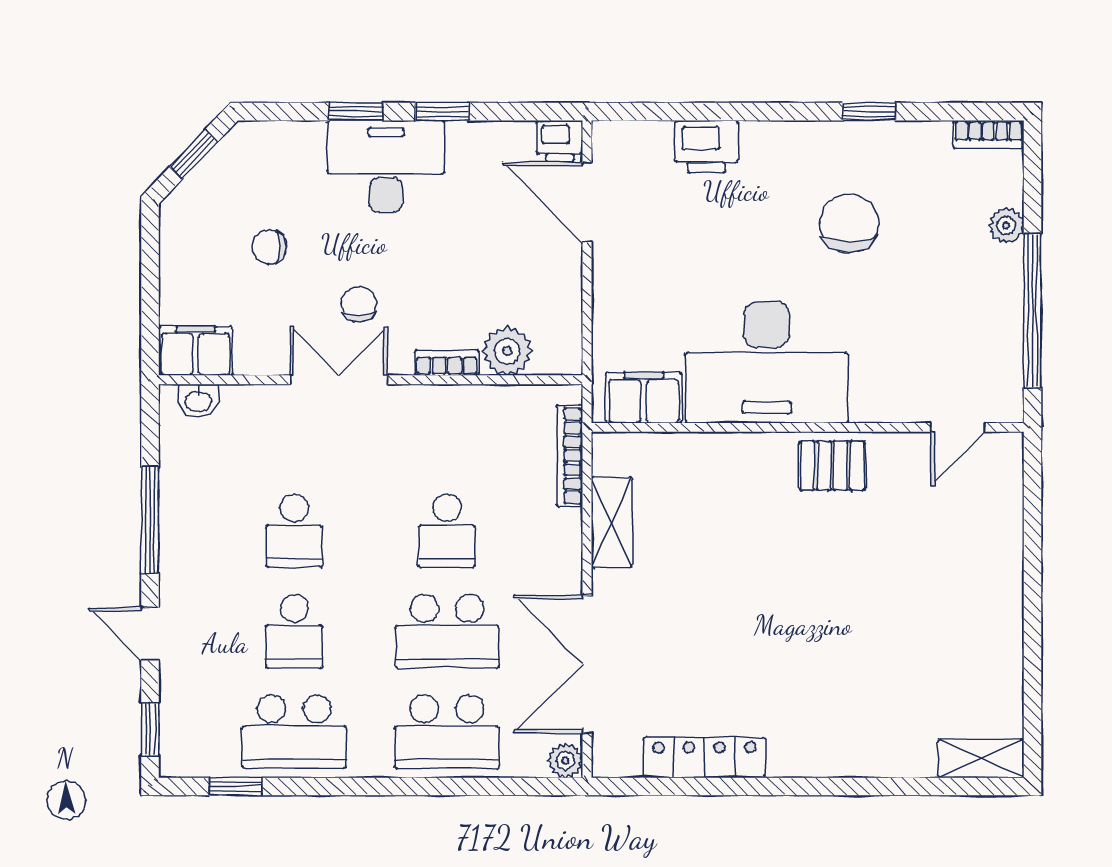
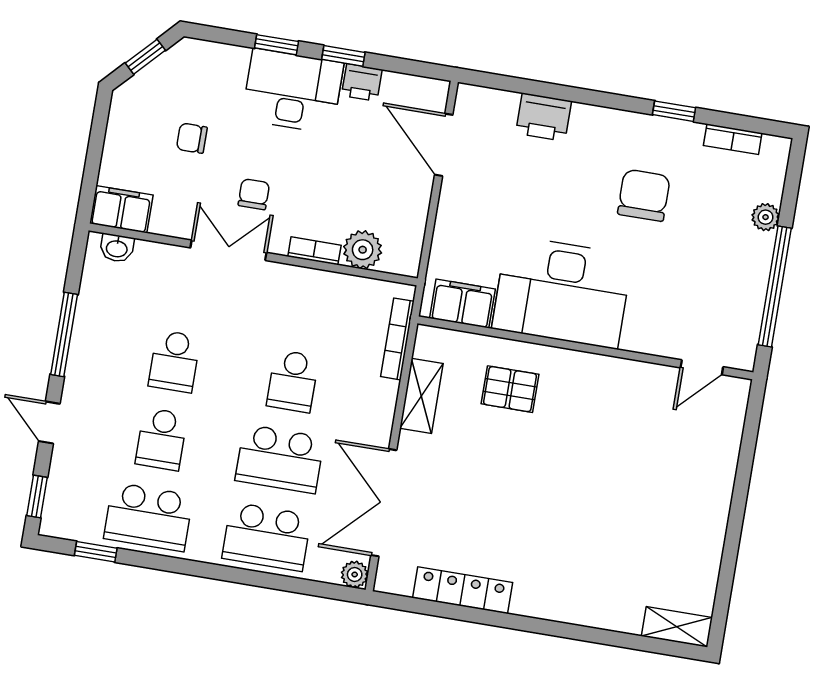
bookcase: (988, 134) -> (733, 139), moved
printer: (560, 141) -> (362, 82), moved
pallet: (832, 466) -> (510, 389), moved

